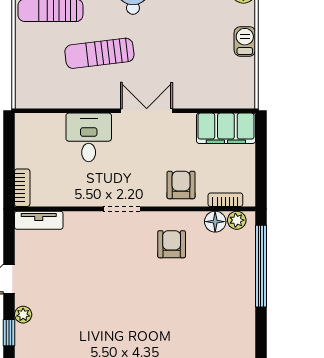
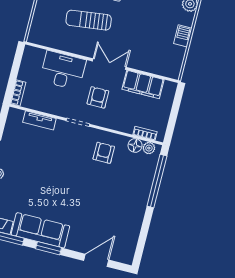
filing cabinet: (226, 128) -> (143, 84), moved
desk: (89, 137) -> (63, 70), width x1.37
armchair: (181, 185) -> (98, 97), moved
tv unit: (39, 220) -> (39, 120), moved

